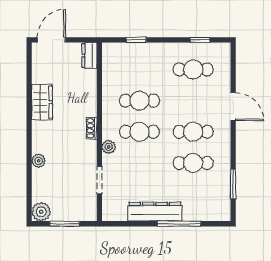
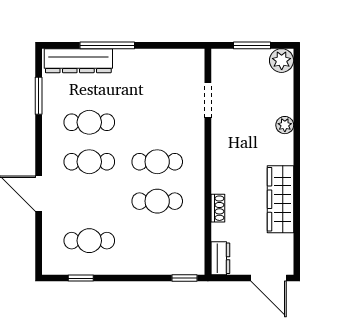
door: (51, 40) -> (269, 278), hinge flipped
window: (136, 40) -> (184, 278), moved
wardrobe: (42, 102) -> (281, 199), width x1.50
shoe rack: (92, 128) -> (218, 208), moved
plant: (109, 147) -> (196, 143), removed
dresser: (155, 212) -> (78, 61), moved

